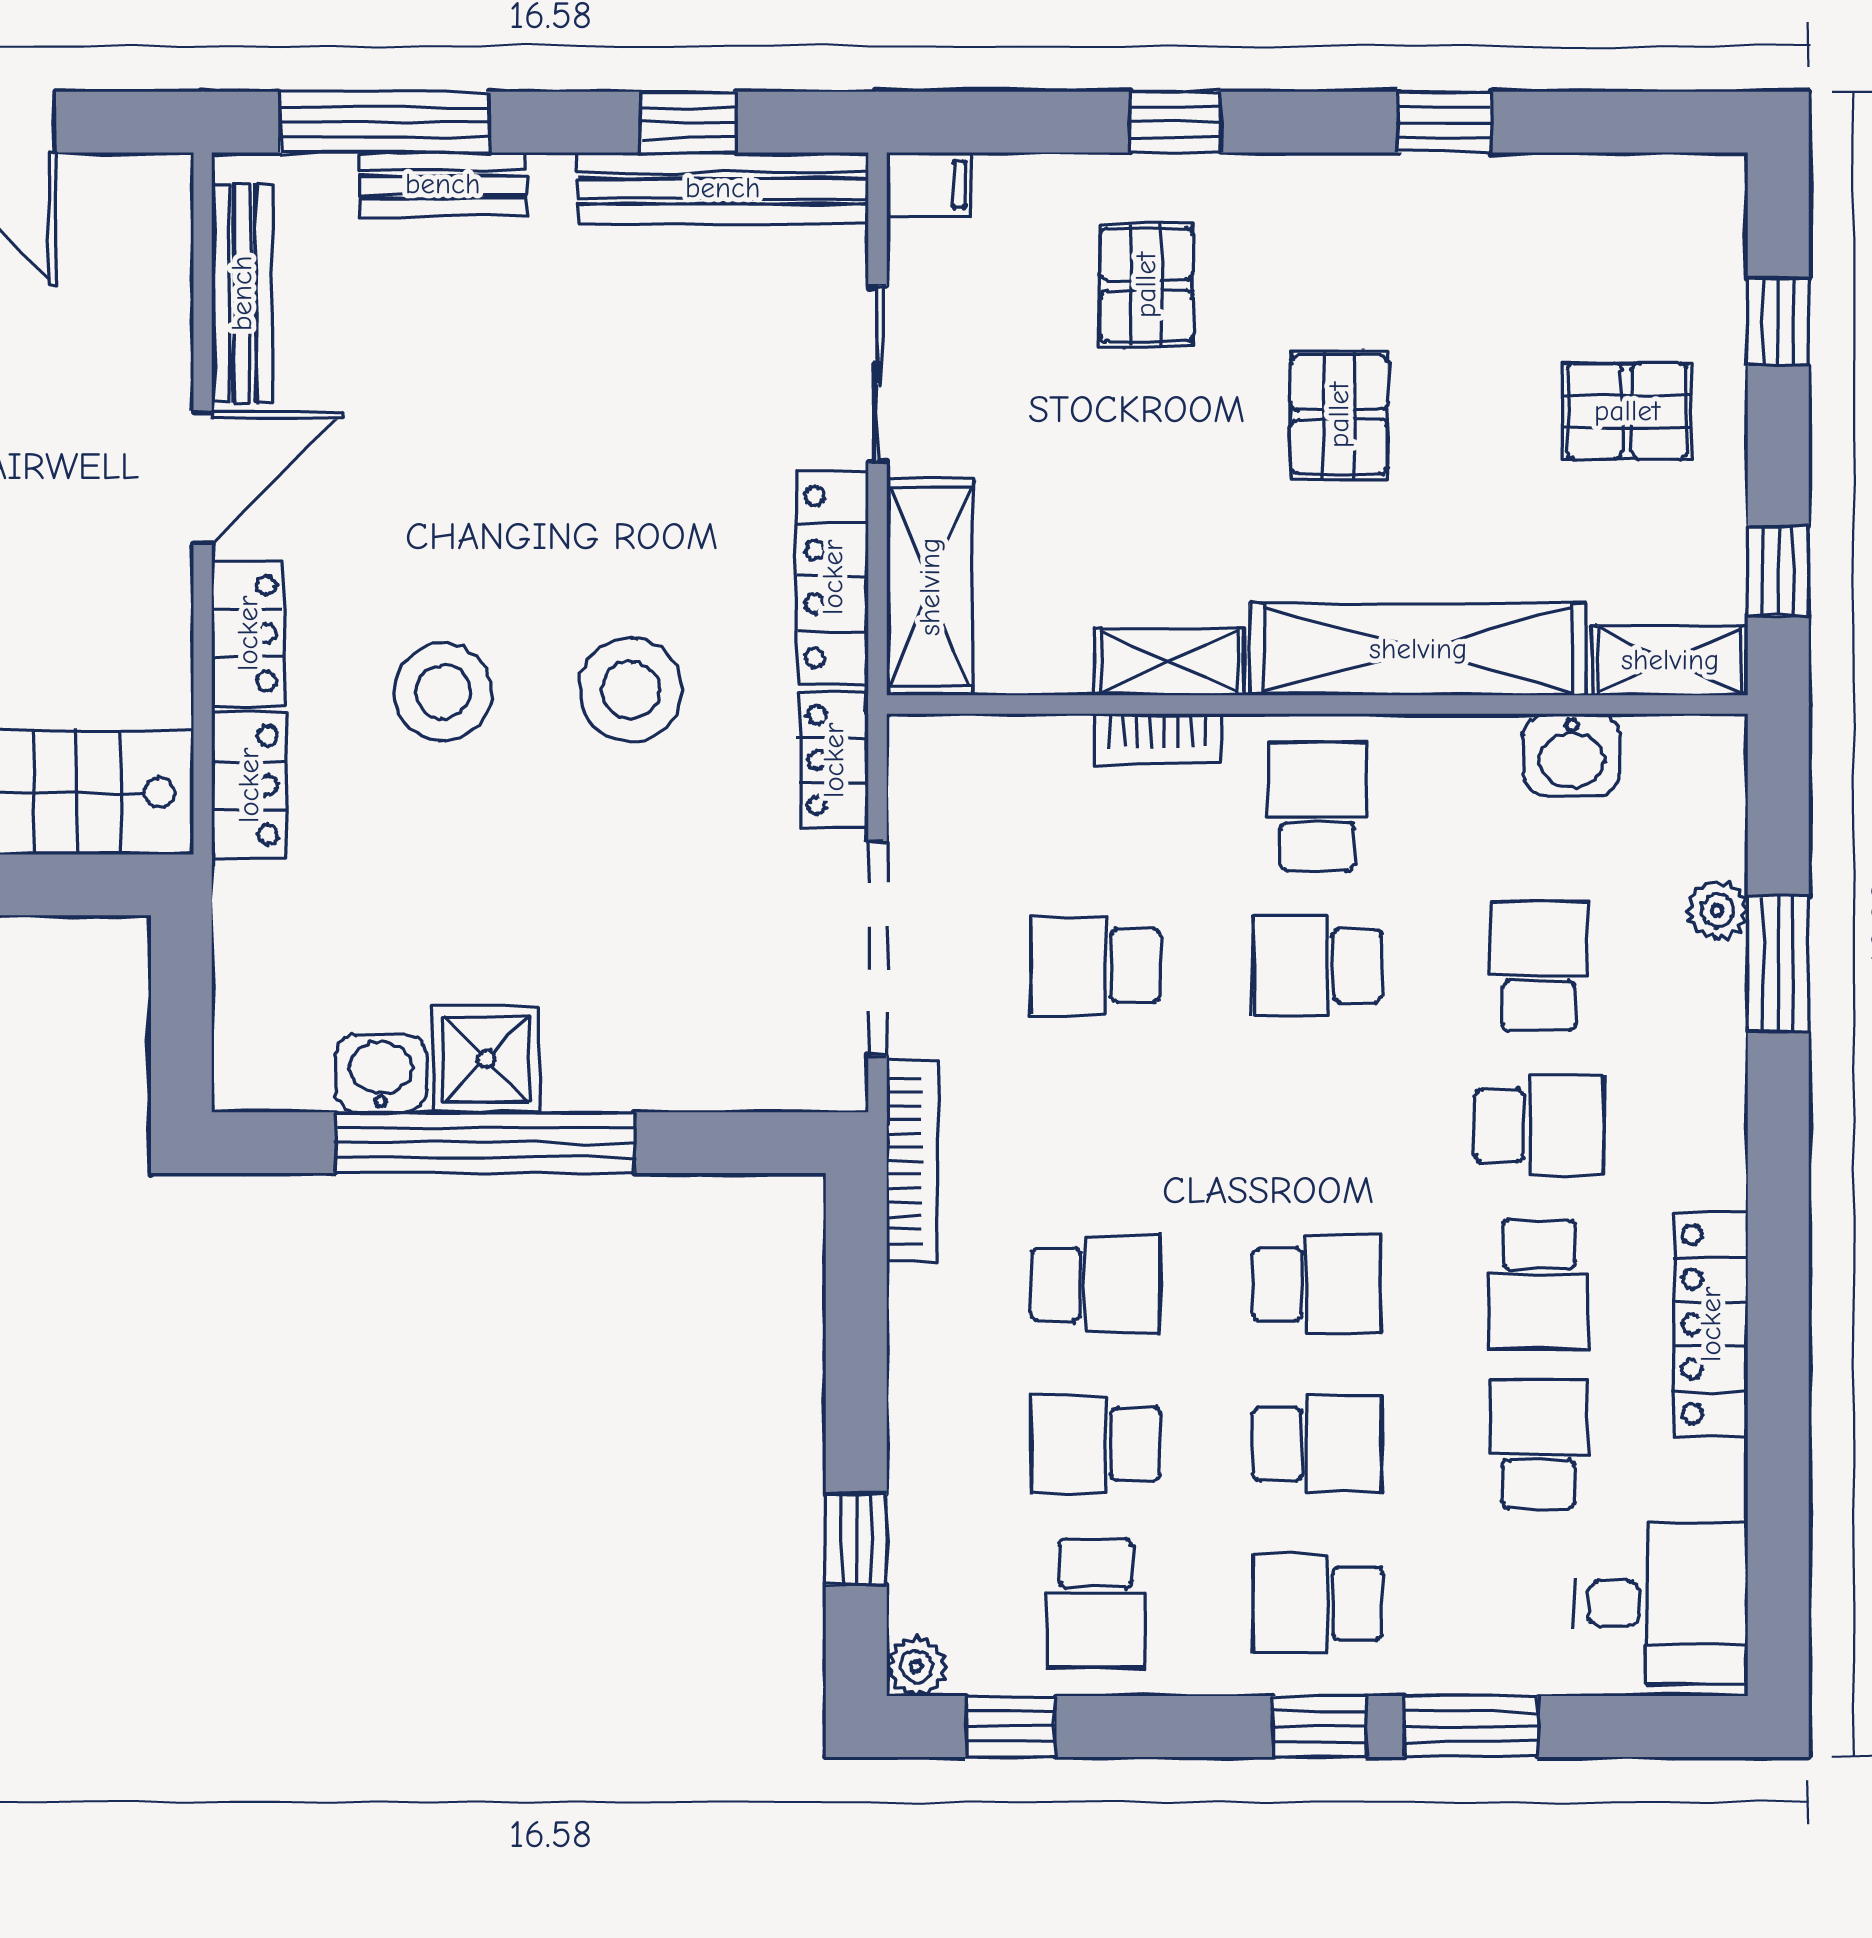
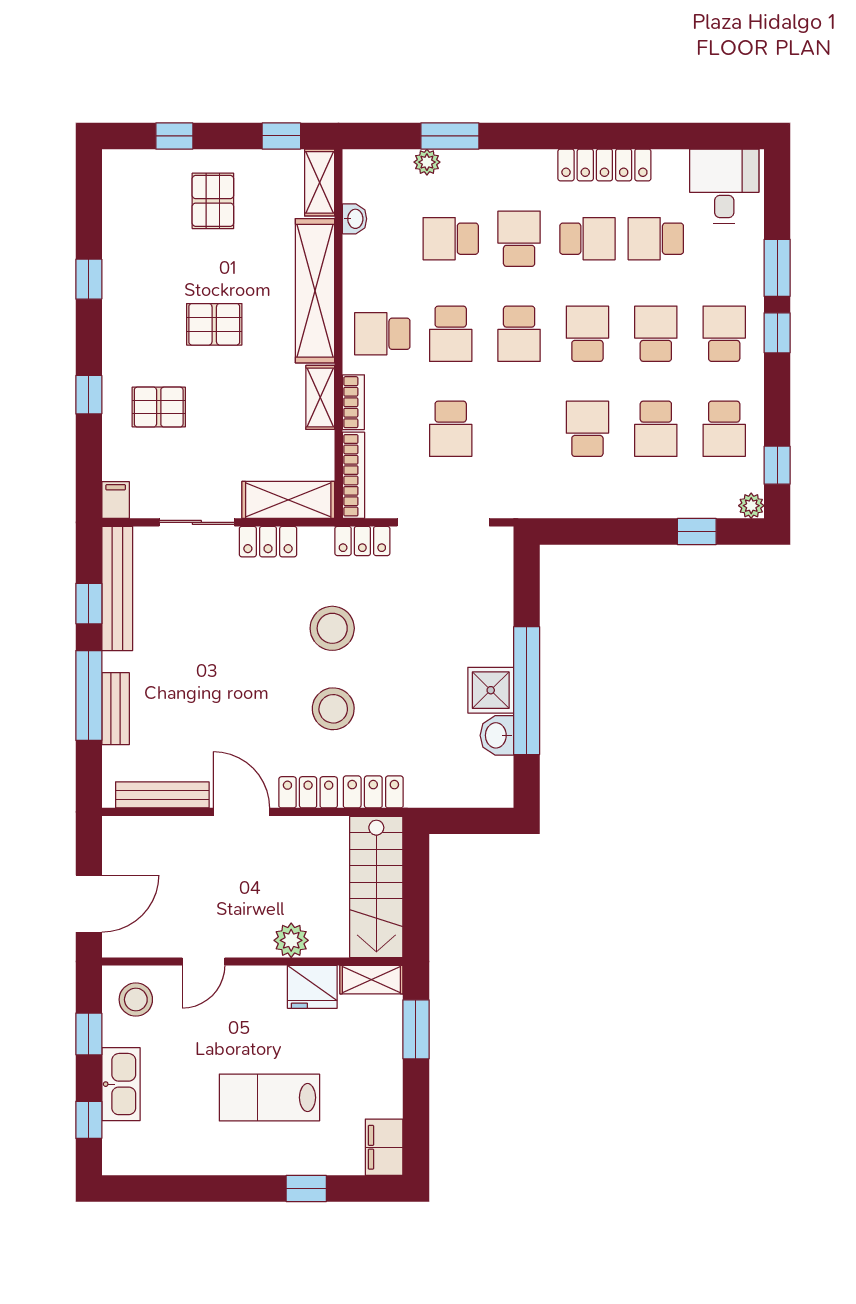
window: (385, 122) -> (89, 696), moved
locker: (833, 577) -> (268, 542), width x0.66
washbasin: (1572, 754) -> (355, 219), width x0.72, depth x0.69
school desk: (1317, 1125) -> (519, 334), added
bookcase: (912, 1161) -> (354, 475), moved, turned 90
school desk: (1096, 1603) -> (724, 429), turned 90
school desk: (1317, 1603) -> (724, 334), turned 180

